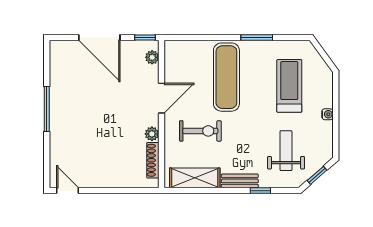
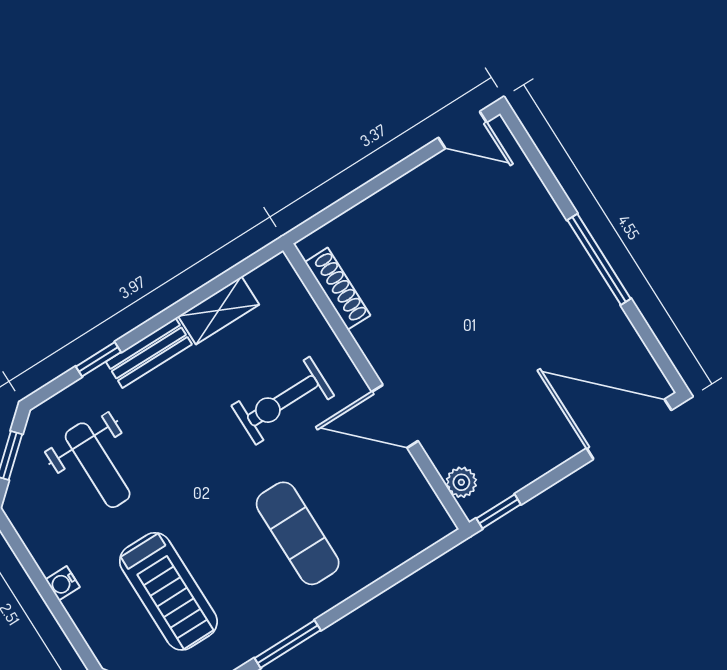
door: (99, 37) -> (629, 429), moved
exercise mat: (226, 77) -> (298, 533), width x0.73, depth x0.69
door: (162, 98) -> (395, 416), hinge flipped
plant: (152, 134) -> (371, 338), removed
shelving: (195, 178) -> (219, 310), width x0.67, depth x0.75

